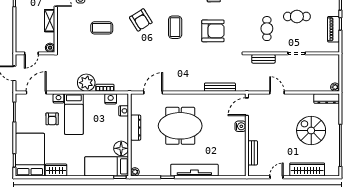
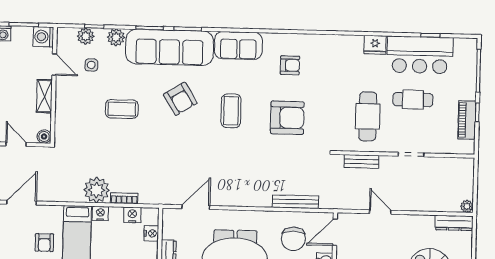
cafe table: (267, 29) -> (368, 116), width x1.37, depth x1.35
door: (31, 53) -> (16, 144), swing flipped
nightstand: (58, 98) -> (100, 214), moved
chair: (219, 112) -> (293, 239), added

